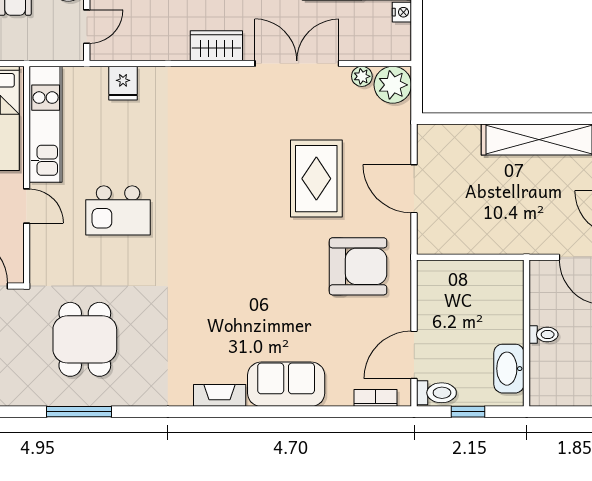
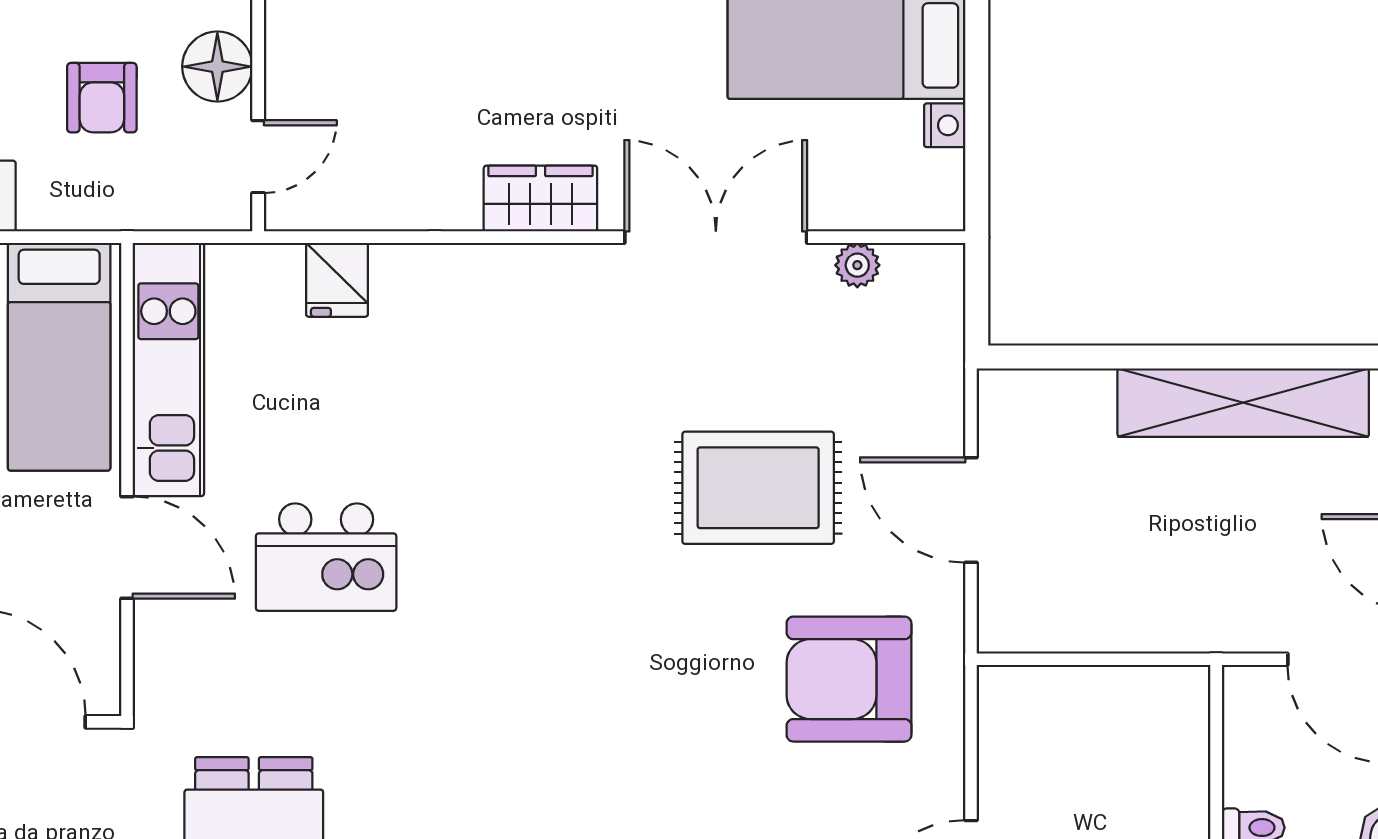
plant: (393, 85) -> (925, 283), removed
rug: (316, 179) -> (758, 488), turned 90
door: (27, 206) -> (127, 548), width x1.38
armchair: (358, 266) -> (849, 679), turned 180

